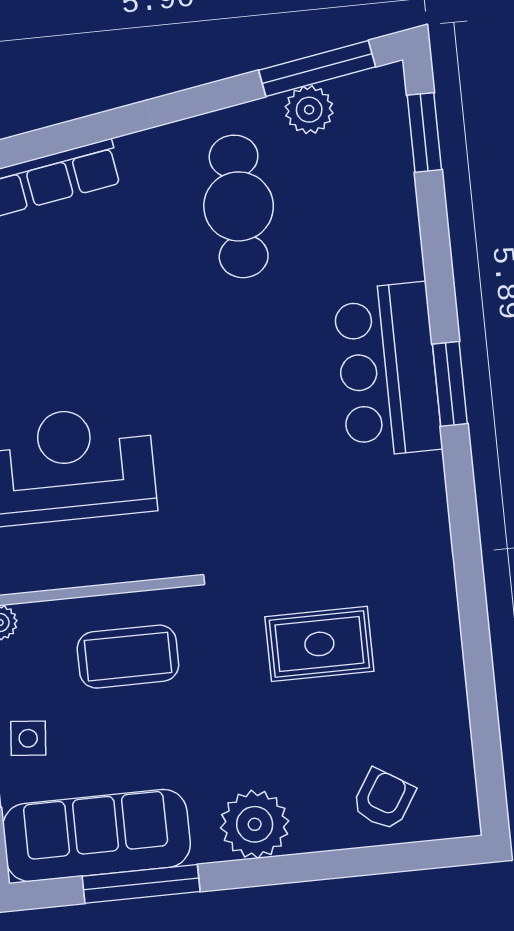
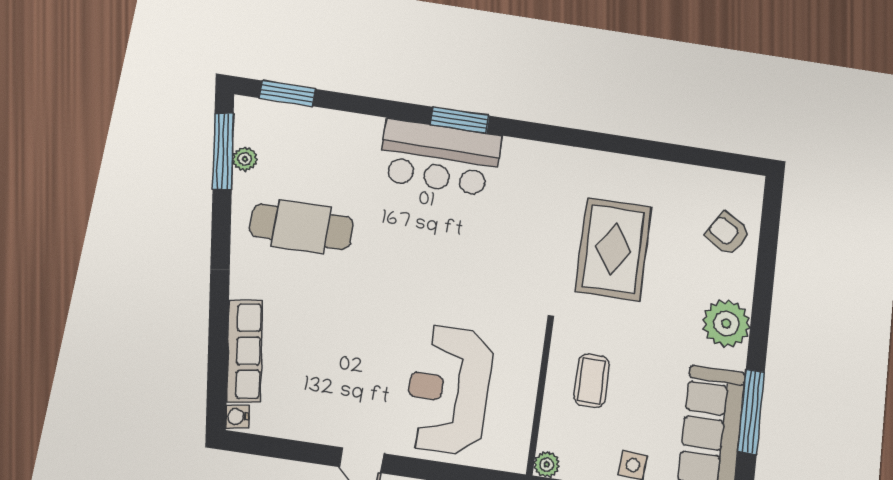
plant: (309, 110) -> (245, 159), width x0.73, depth x0.73
rug: (319, 644) -> (613, 249), width x1.36, depth x1.43
coffee table: (128, 657) -> (592, 381), width x0.73, depth x0.77

